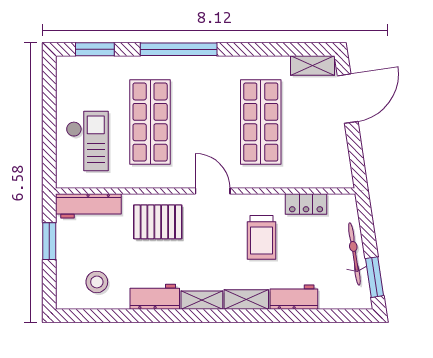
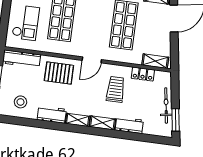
shelving: (325, 178) -> (155, 61), added
door: (213, 191) -> (92, 60), swing flipped
trolley: (262, 237) -> (116, 89), turned 180

